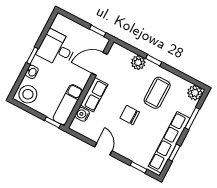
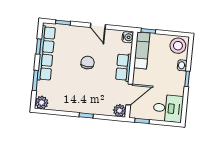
desk: (57, 48) -> (168, 108), moved
plant: (138, 63) -> (120, 111), moved
coffee table: (157, 93) -> (73, 90), removed
water cooler: (82, 114) -> (128, 37), moved
chair: (130, 115) -> (88, 63), turned -87

